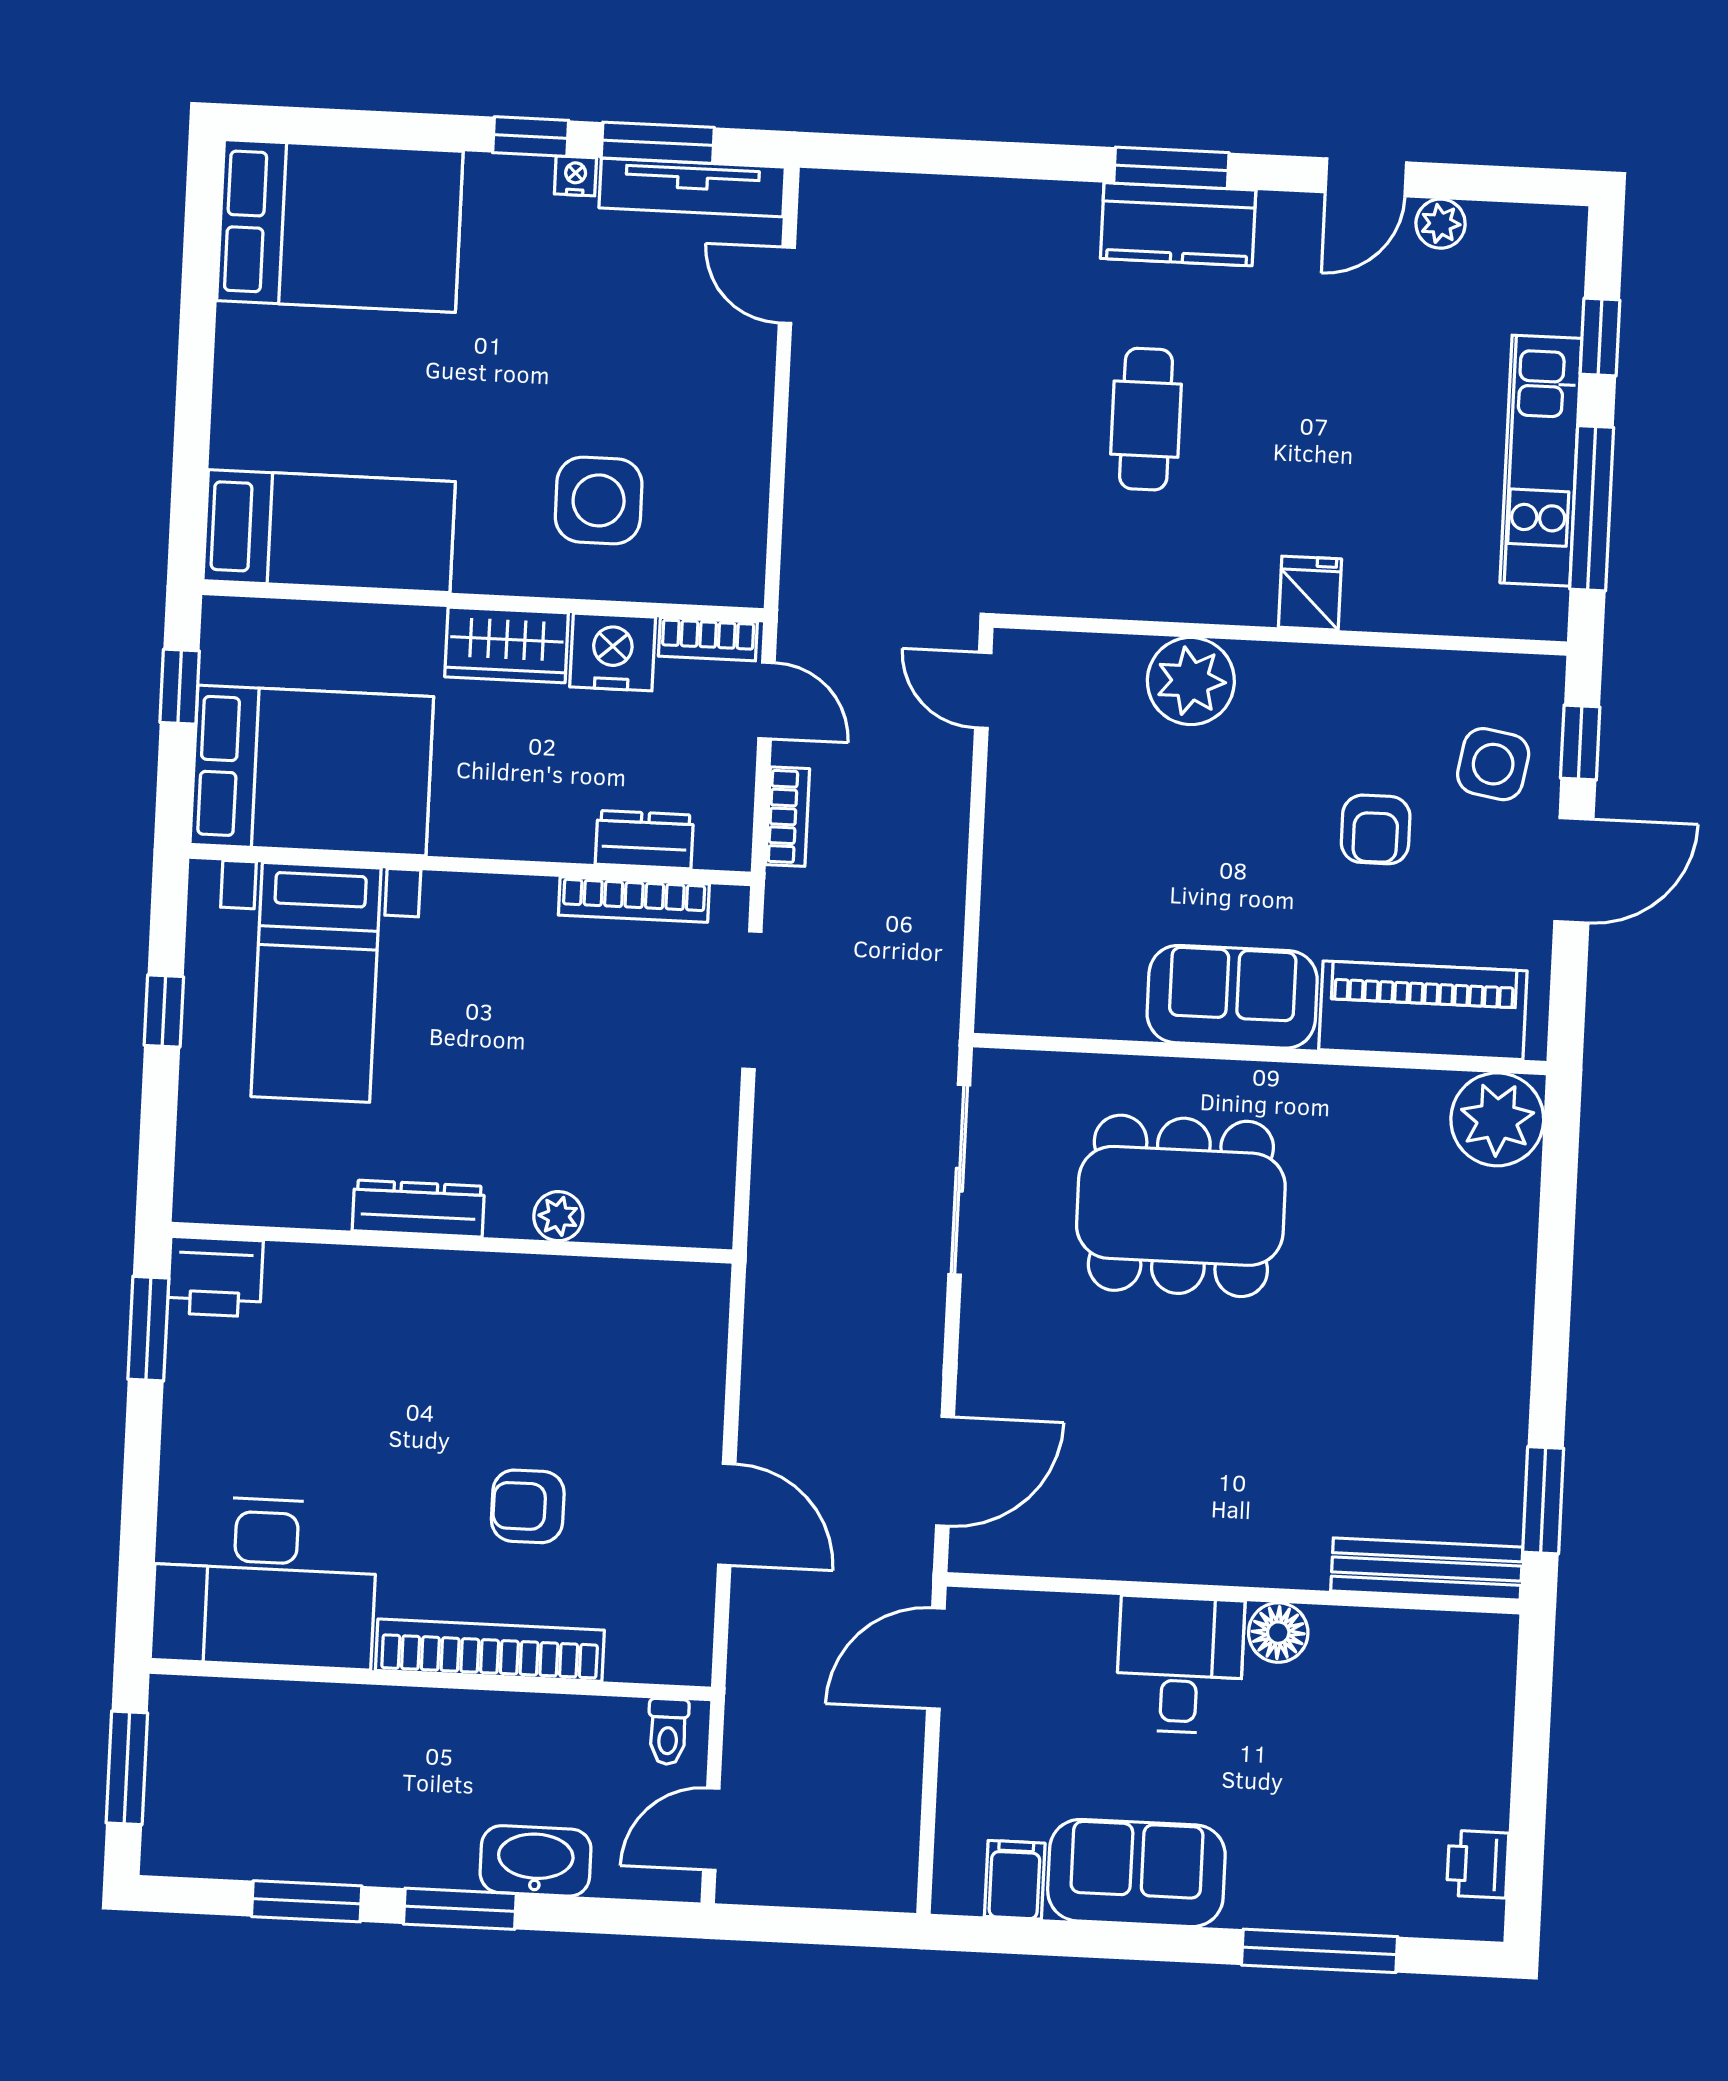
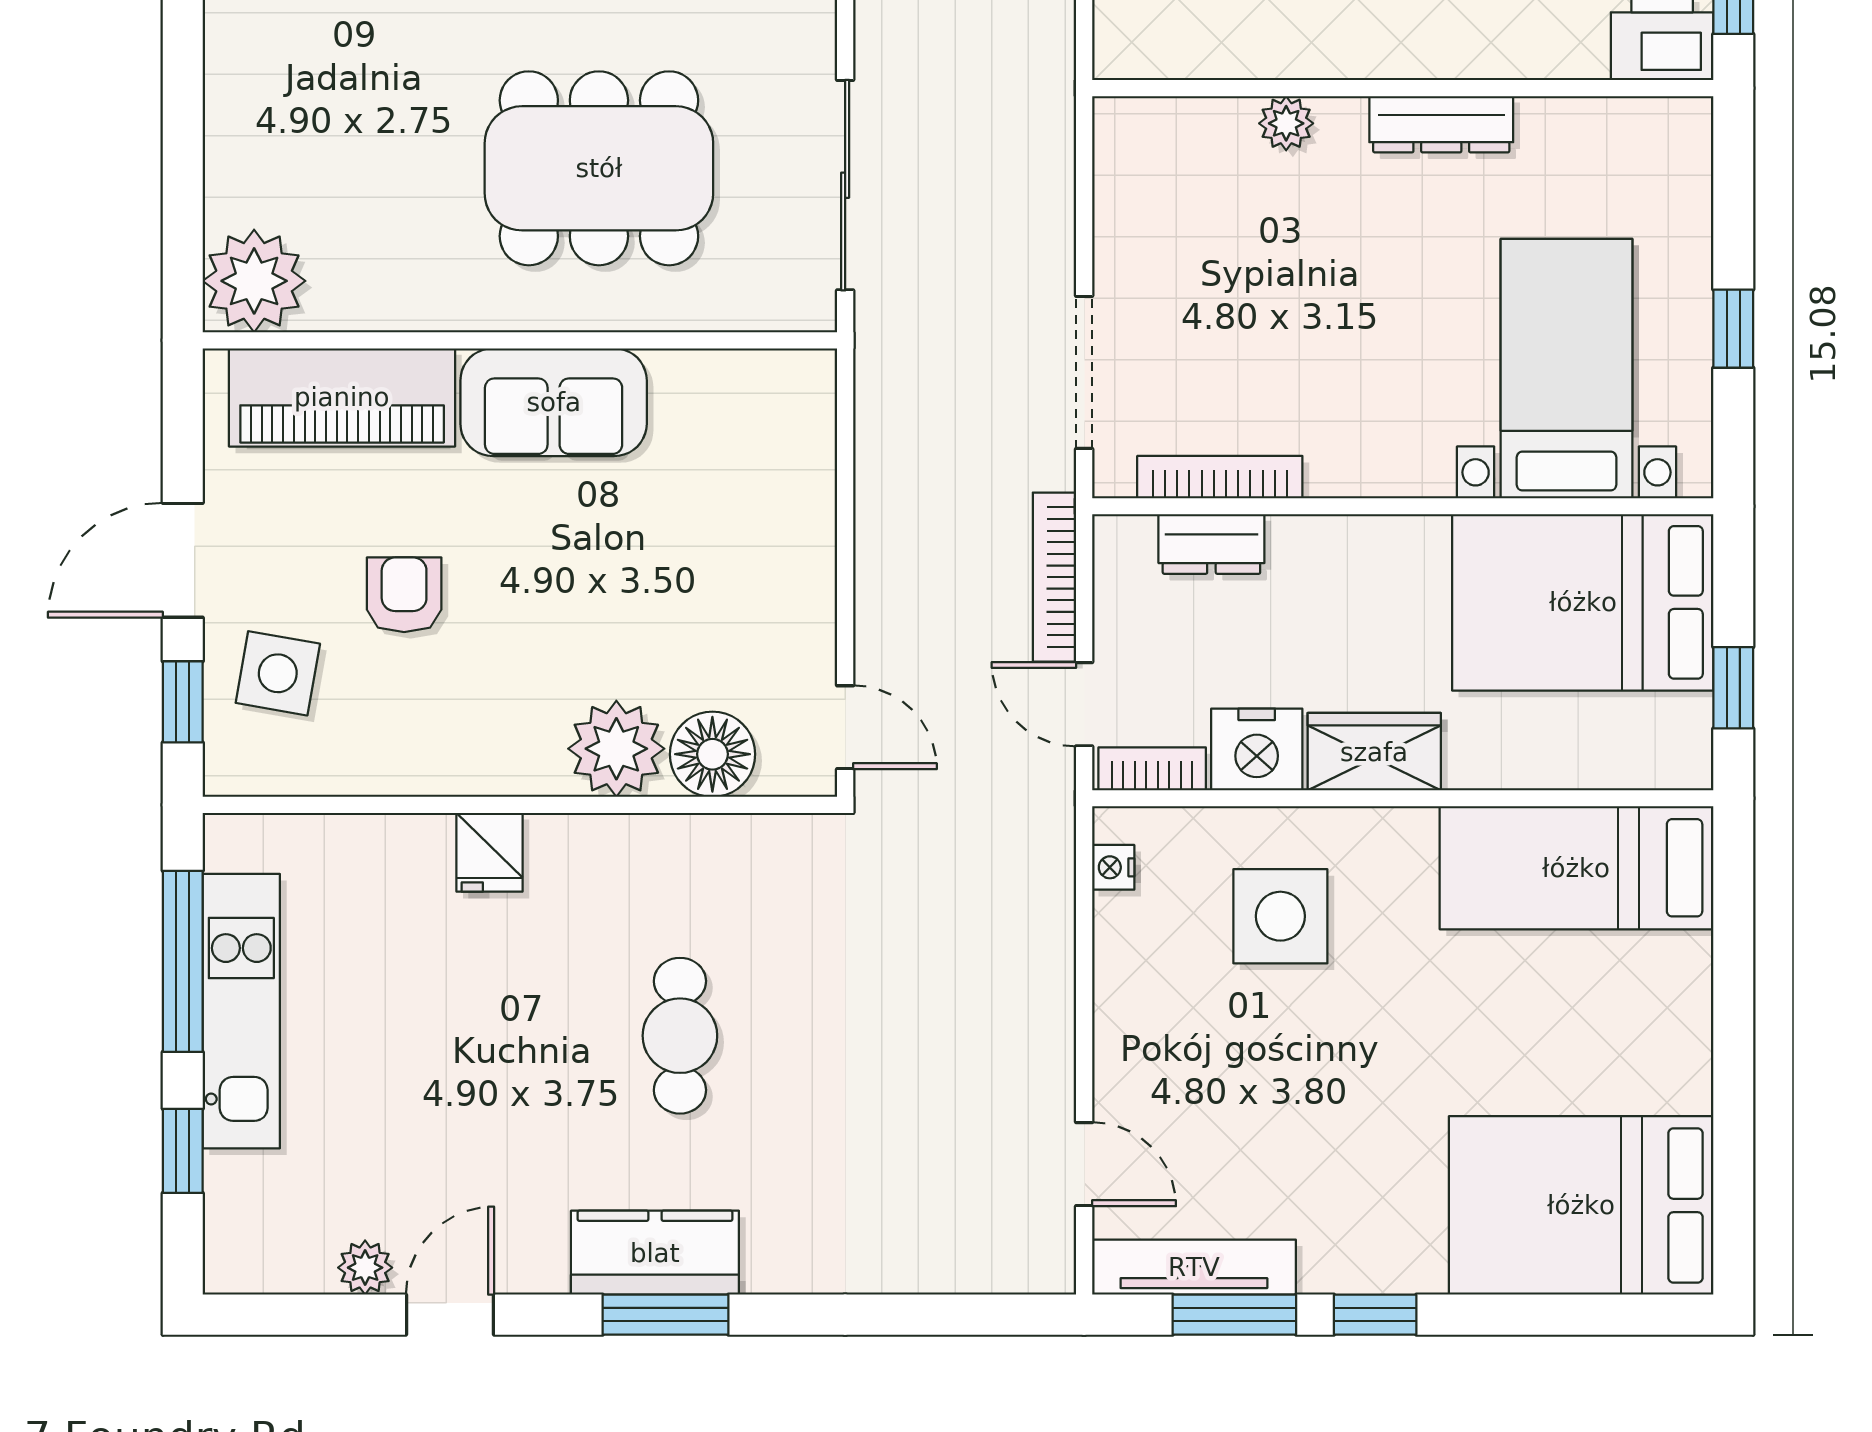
nightstand: (575, 176) -> (1113, 867), moved, turned 90
floor lamp: (1104, 672) -> (712, 754), added
bookcase: (788, 817) -> (1054, 577), width x1.56

